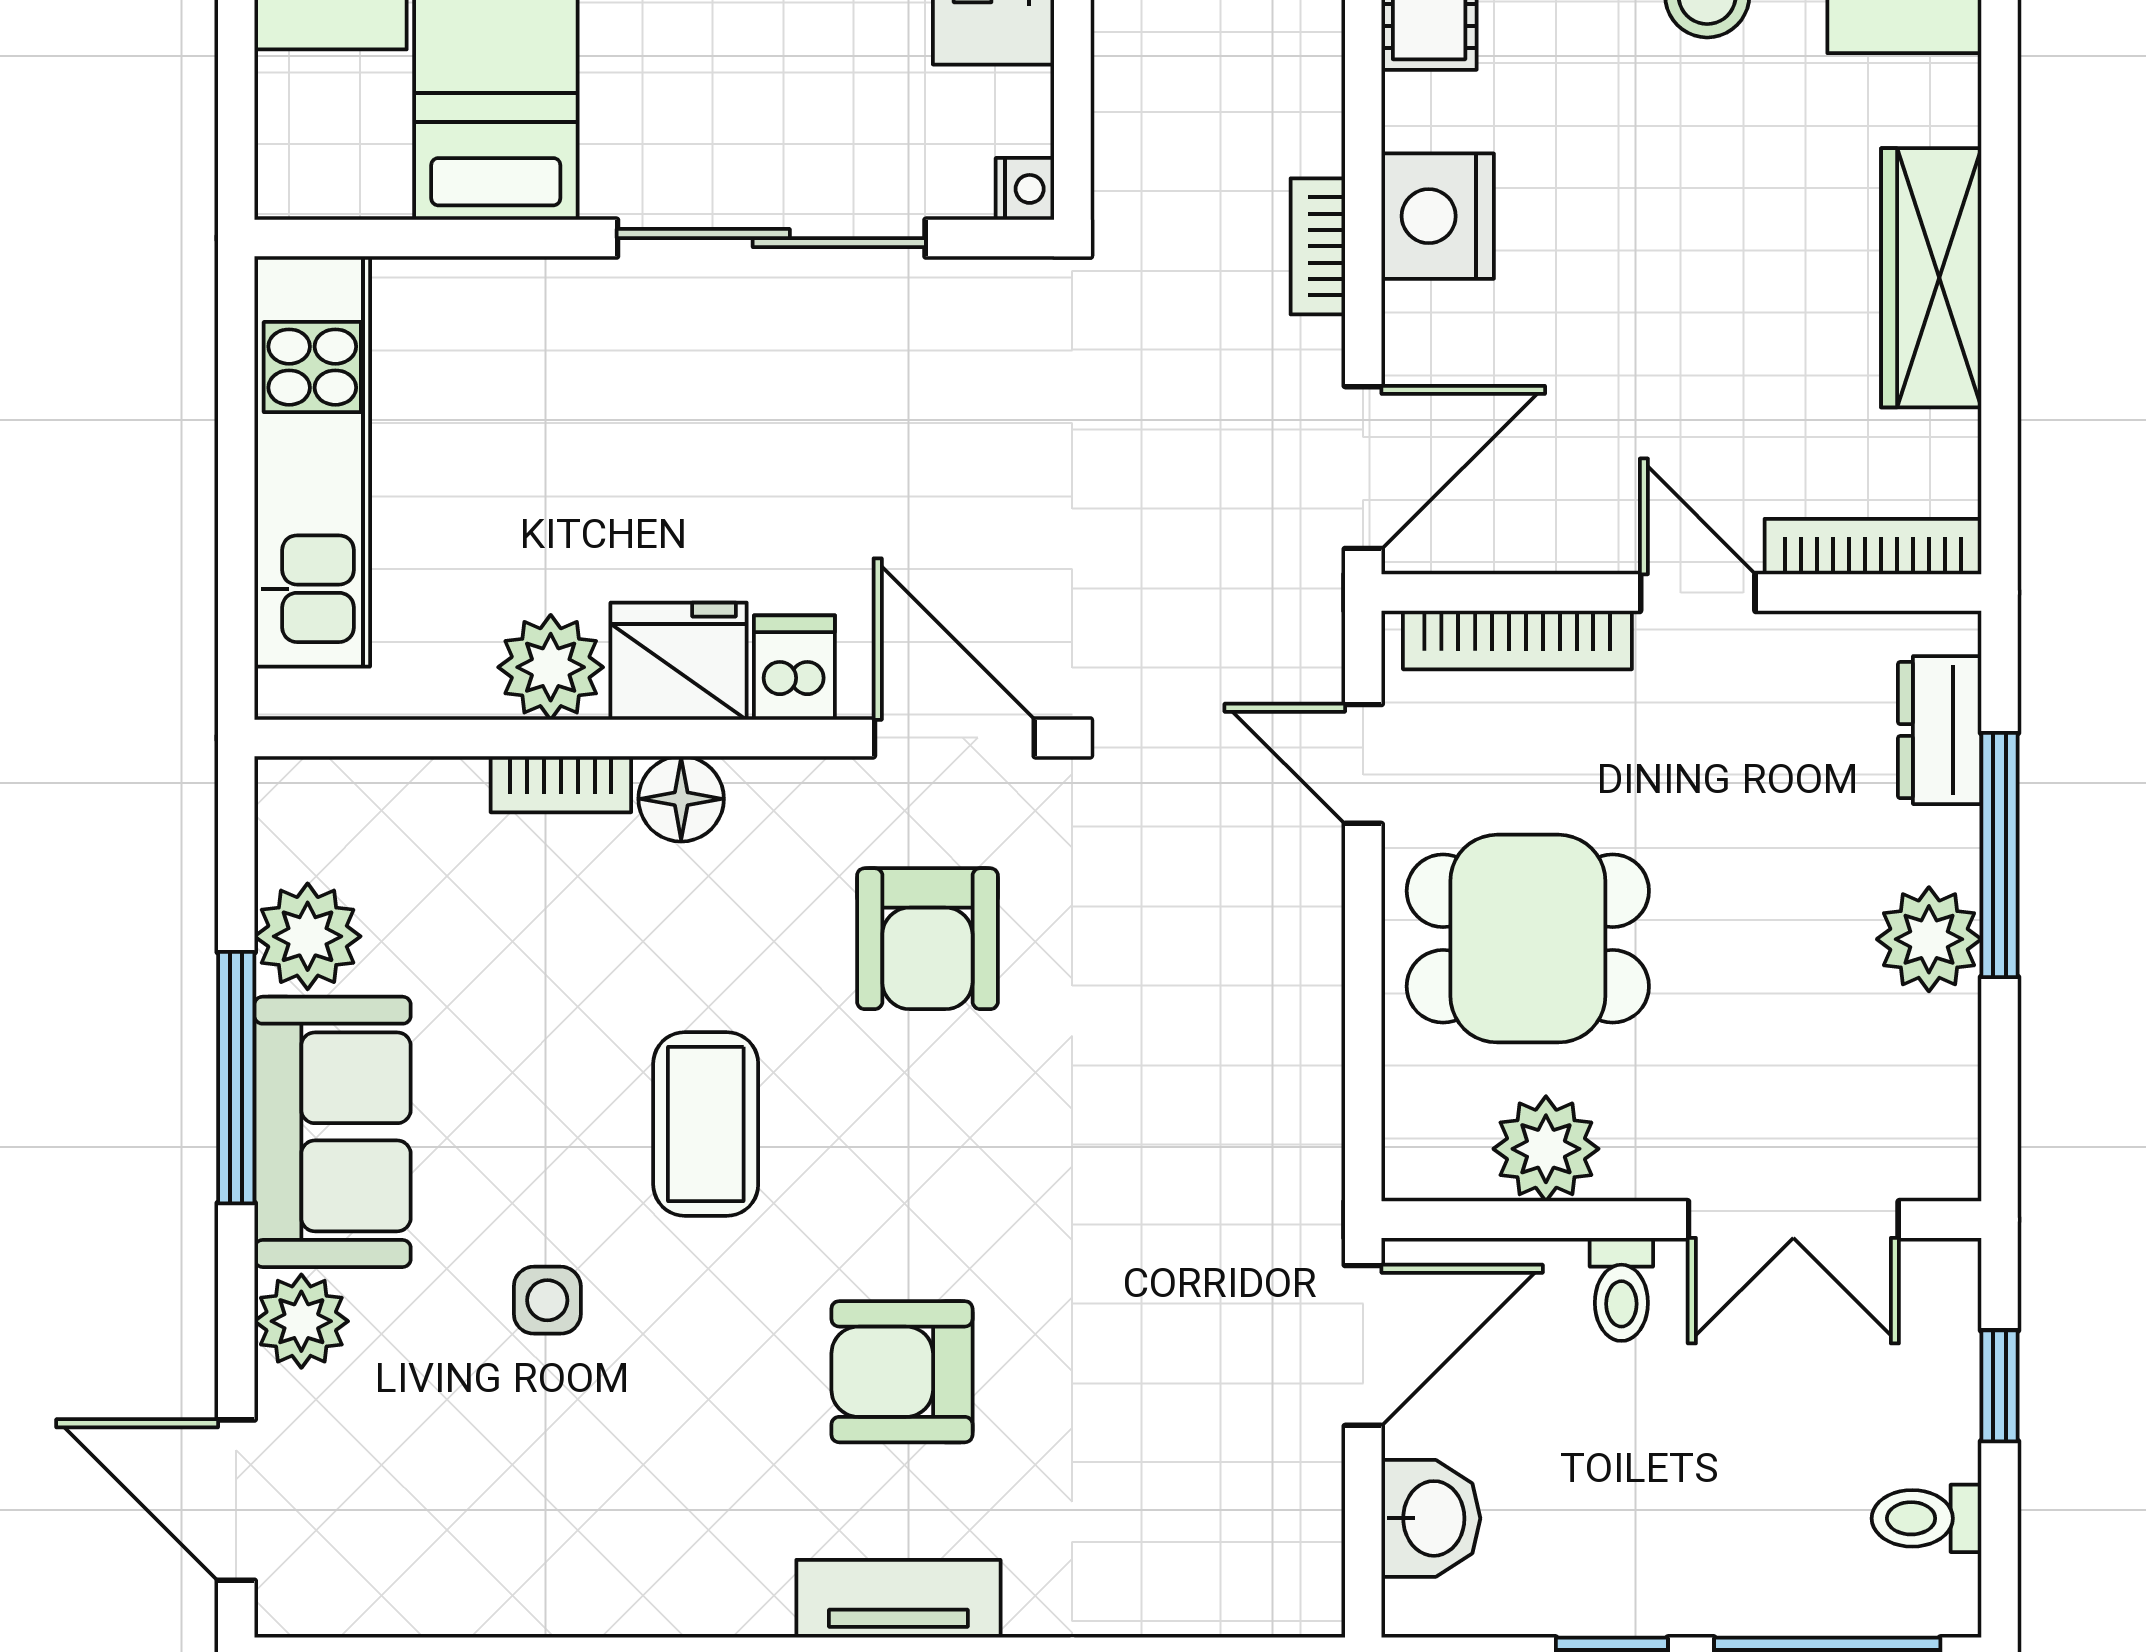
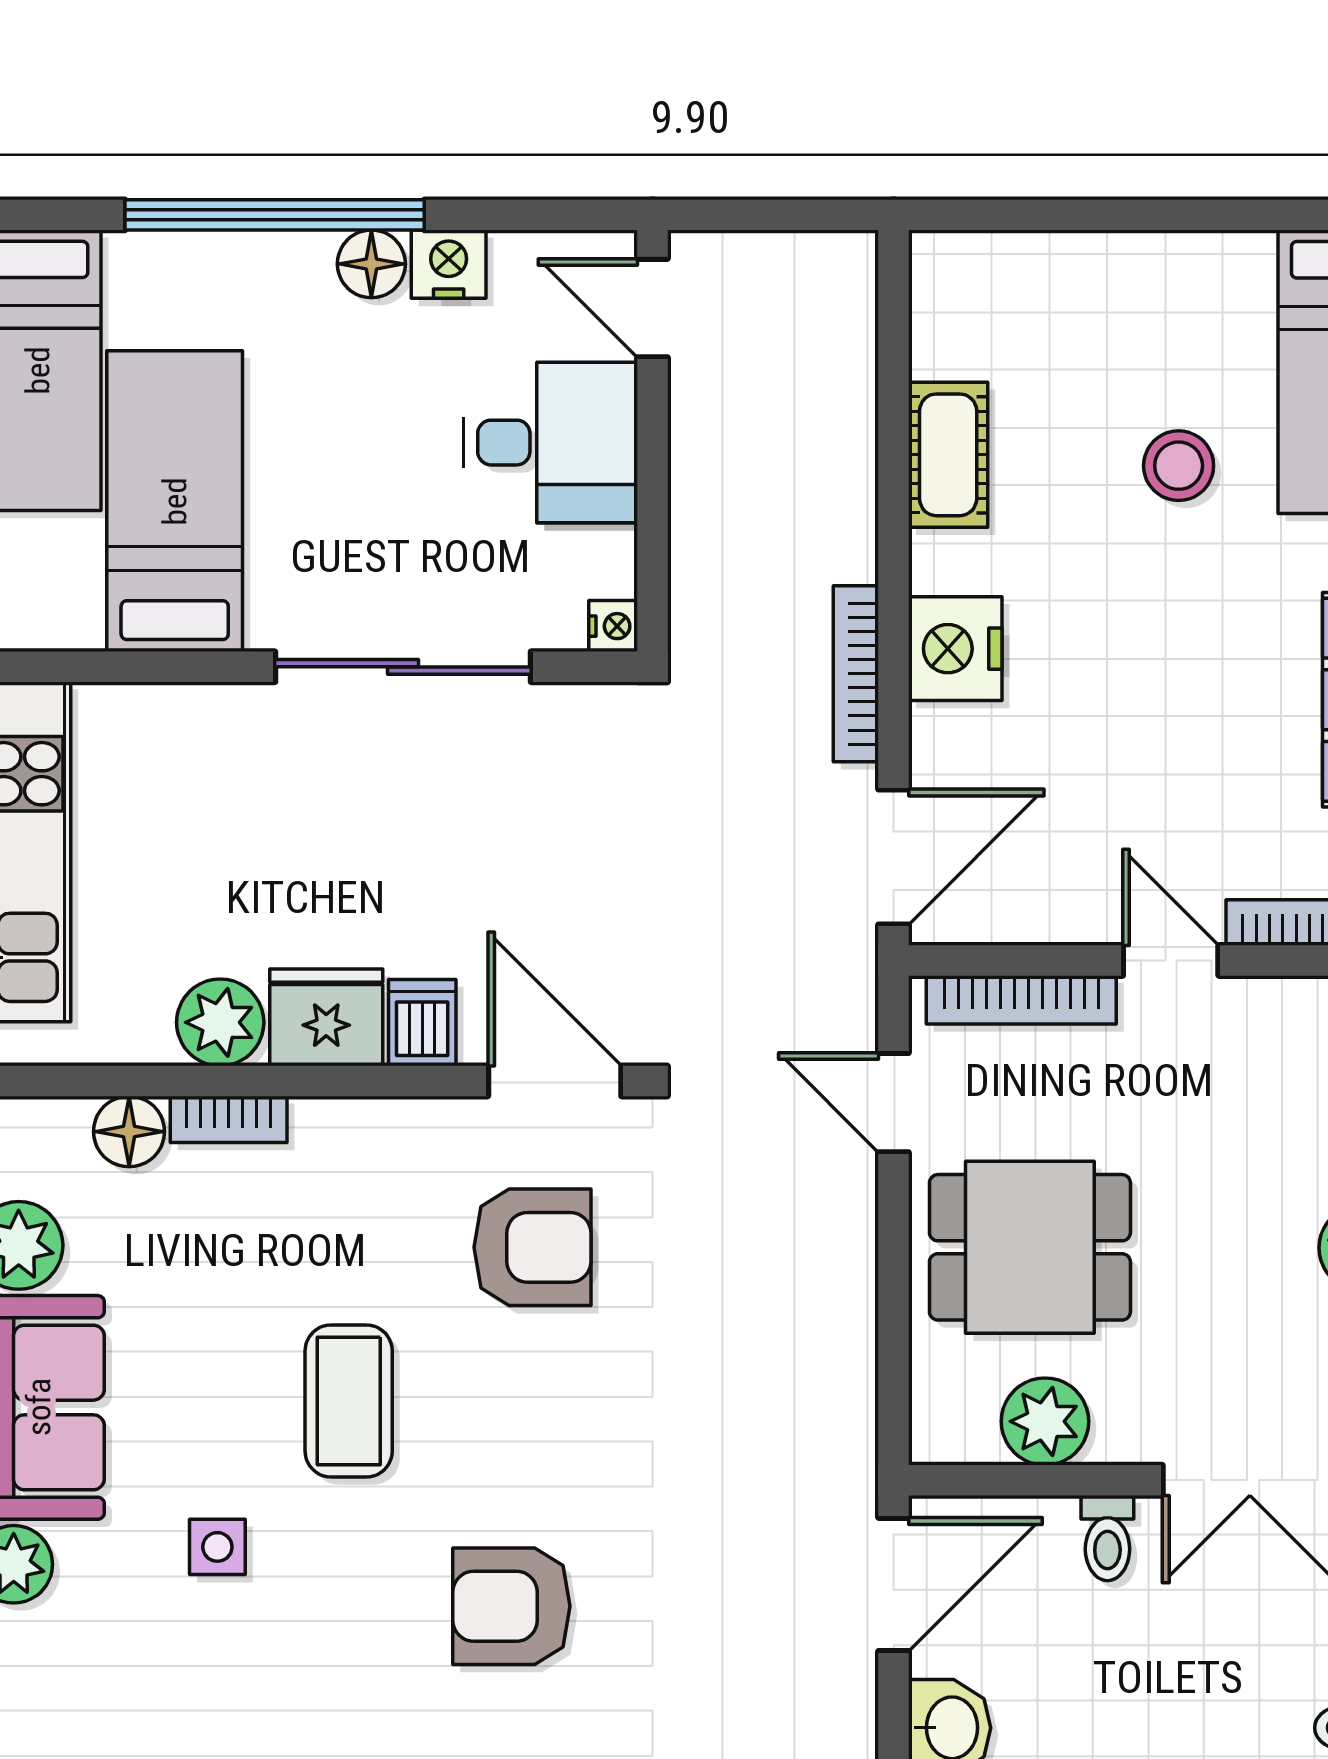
bookcase: (1318, 246) -> (856, 674), width x1.56
floor lamp: (681, 799) -> (129, 1132), moved
armchair: (927, 939) -> (532, 1247), turned -90

